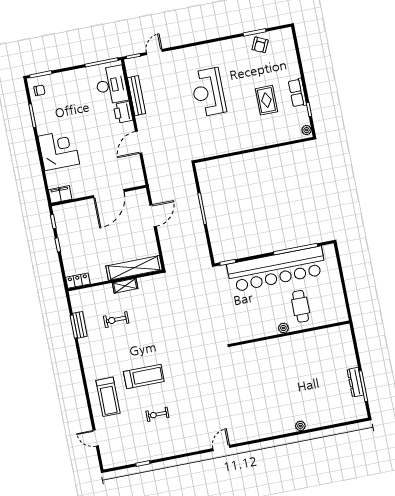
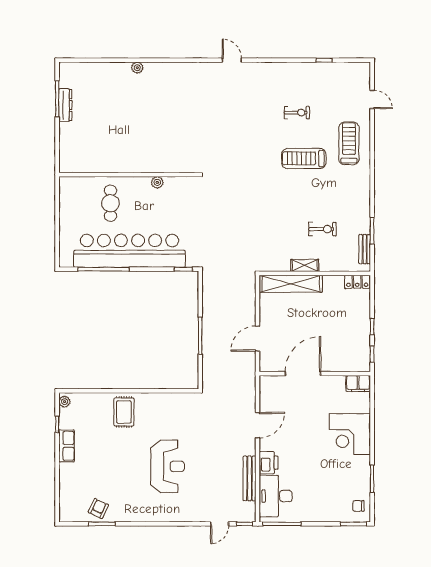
rug: (266, 100) -> (124, 412), moved
bench: (80, 325) -> (365, 249), moved
plant: (283, 328) -> (157, 182), moved
door: (221, 448) -> (232, 60), swing flipped

